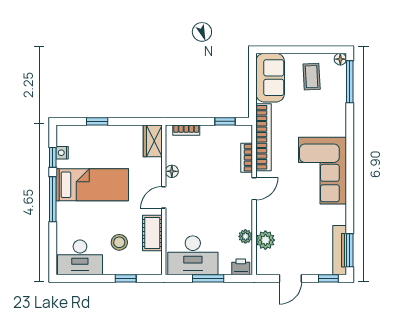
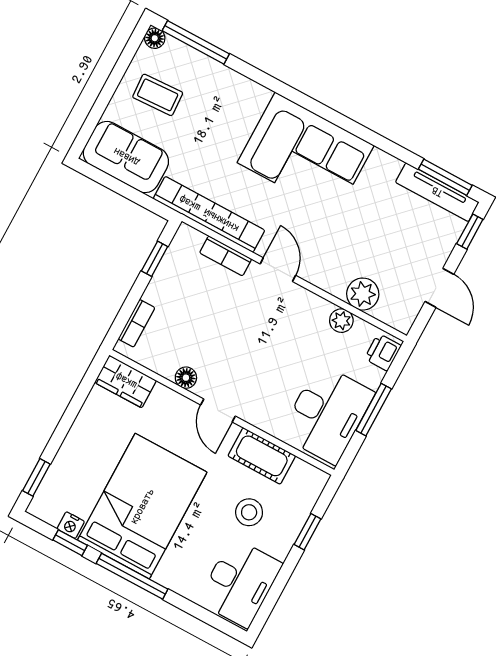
window: (97, 121) -> (36, 477), moved
bed: (92, 185) -> (142, 506), width x1.50

